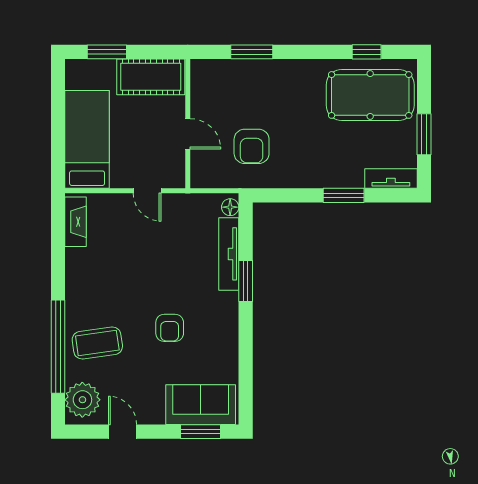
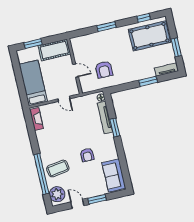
window: (252, 52) -> (106, 27), moved
sofa: (201, 405) -> (114, 175), moved, turned -90
window: (201, 432) -> (97, 199), moved

